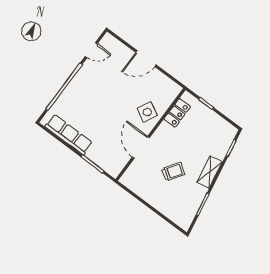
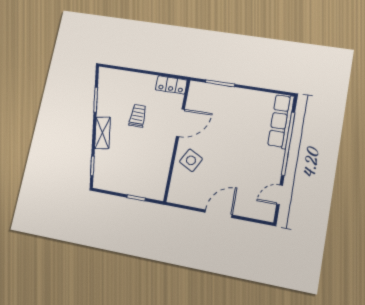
locker: (177, 113) -> (171, 85), moved, turned -90
row of seats: (69, 135) -> (281, 121), moved, turned 90
door: (141, 147) -> (180, 123), hinge flipped
trolley: (173, 171) -> (138, 116), turned 146

